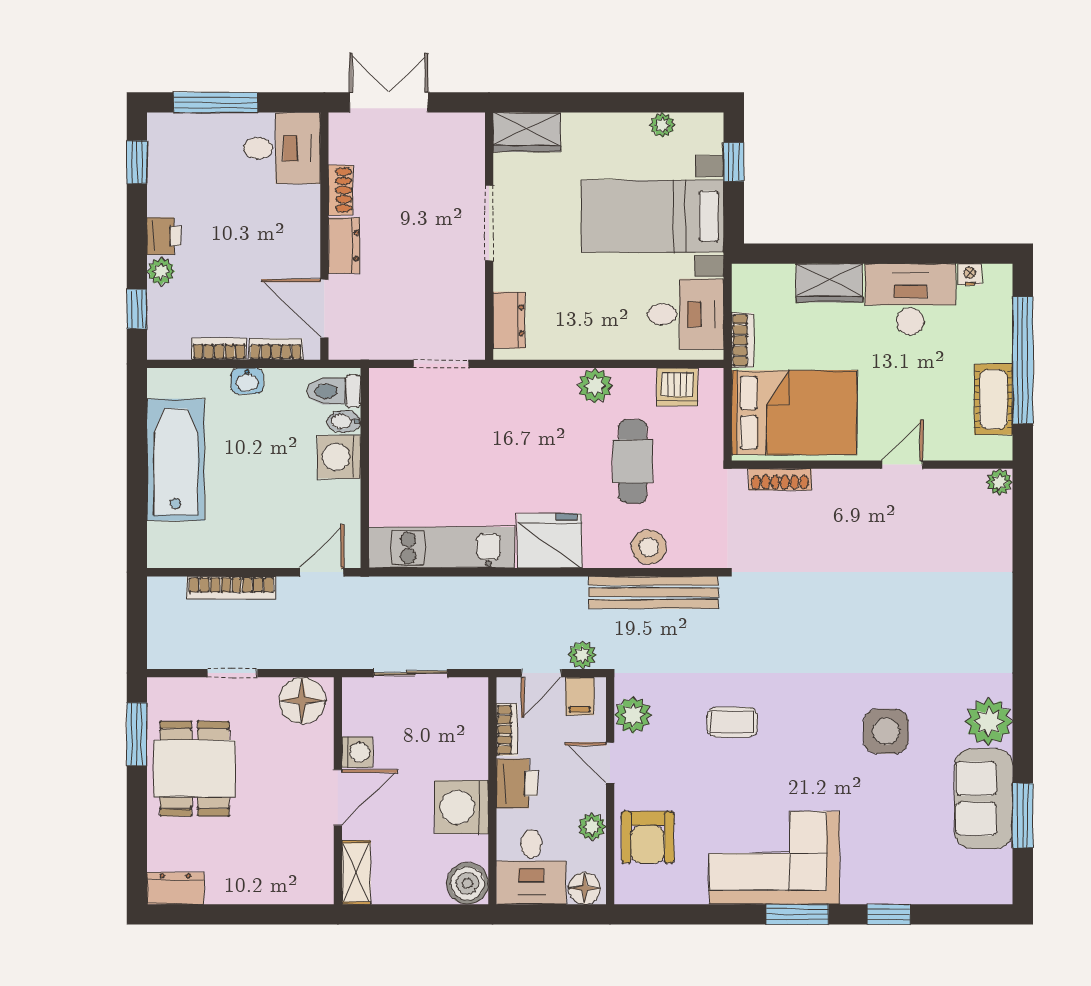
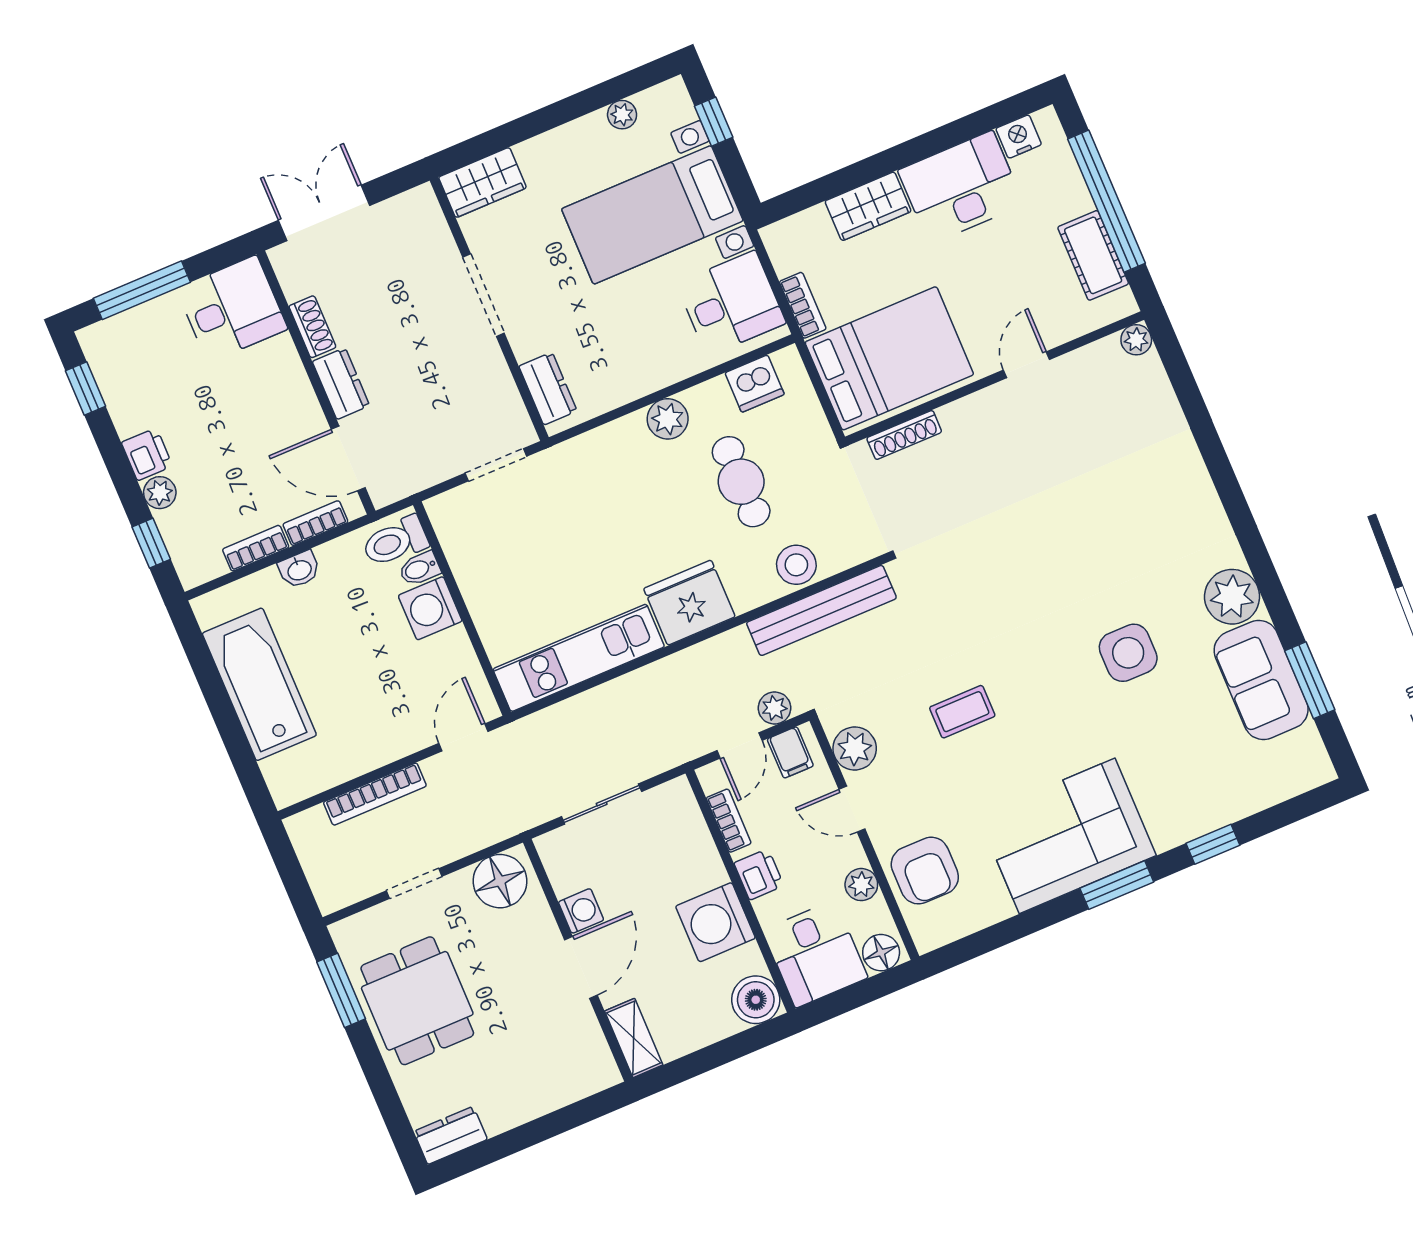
nightstand: (970, 274) -> (1019, 137), width x1.39, depth x1.35
printer: (517, 783) -> (759, 874), width x0.73, depth x0.81

